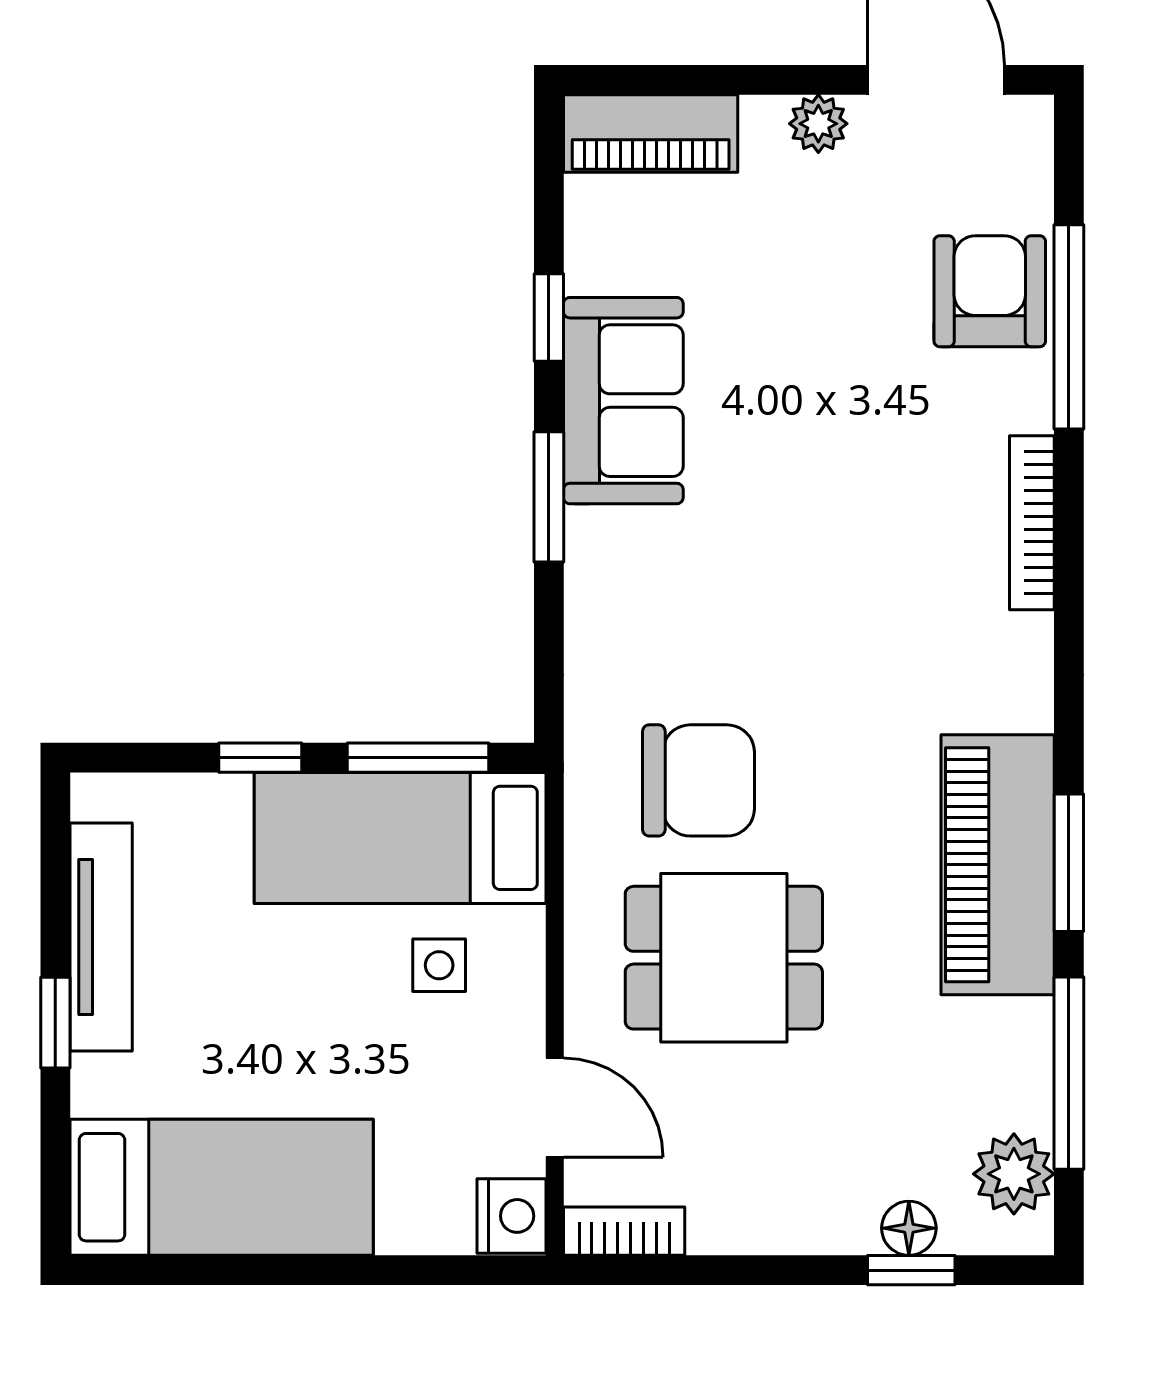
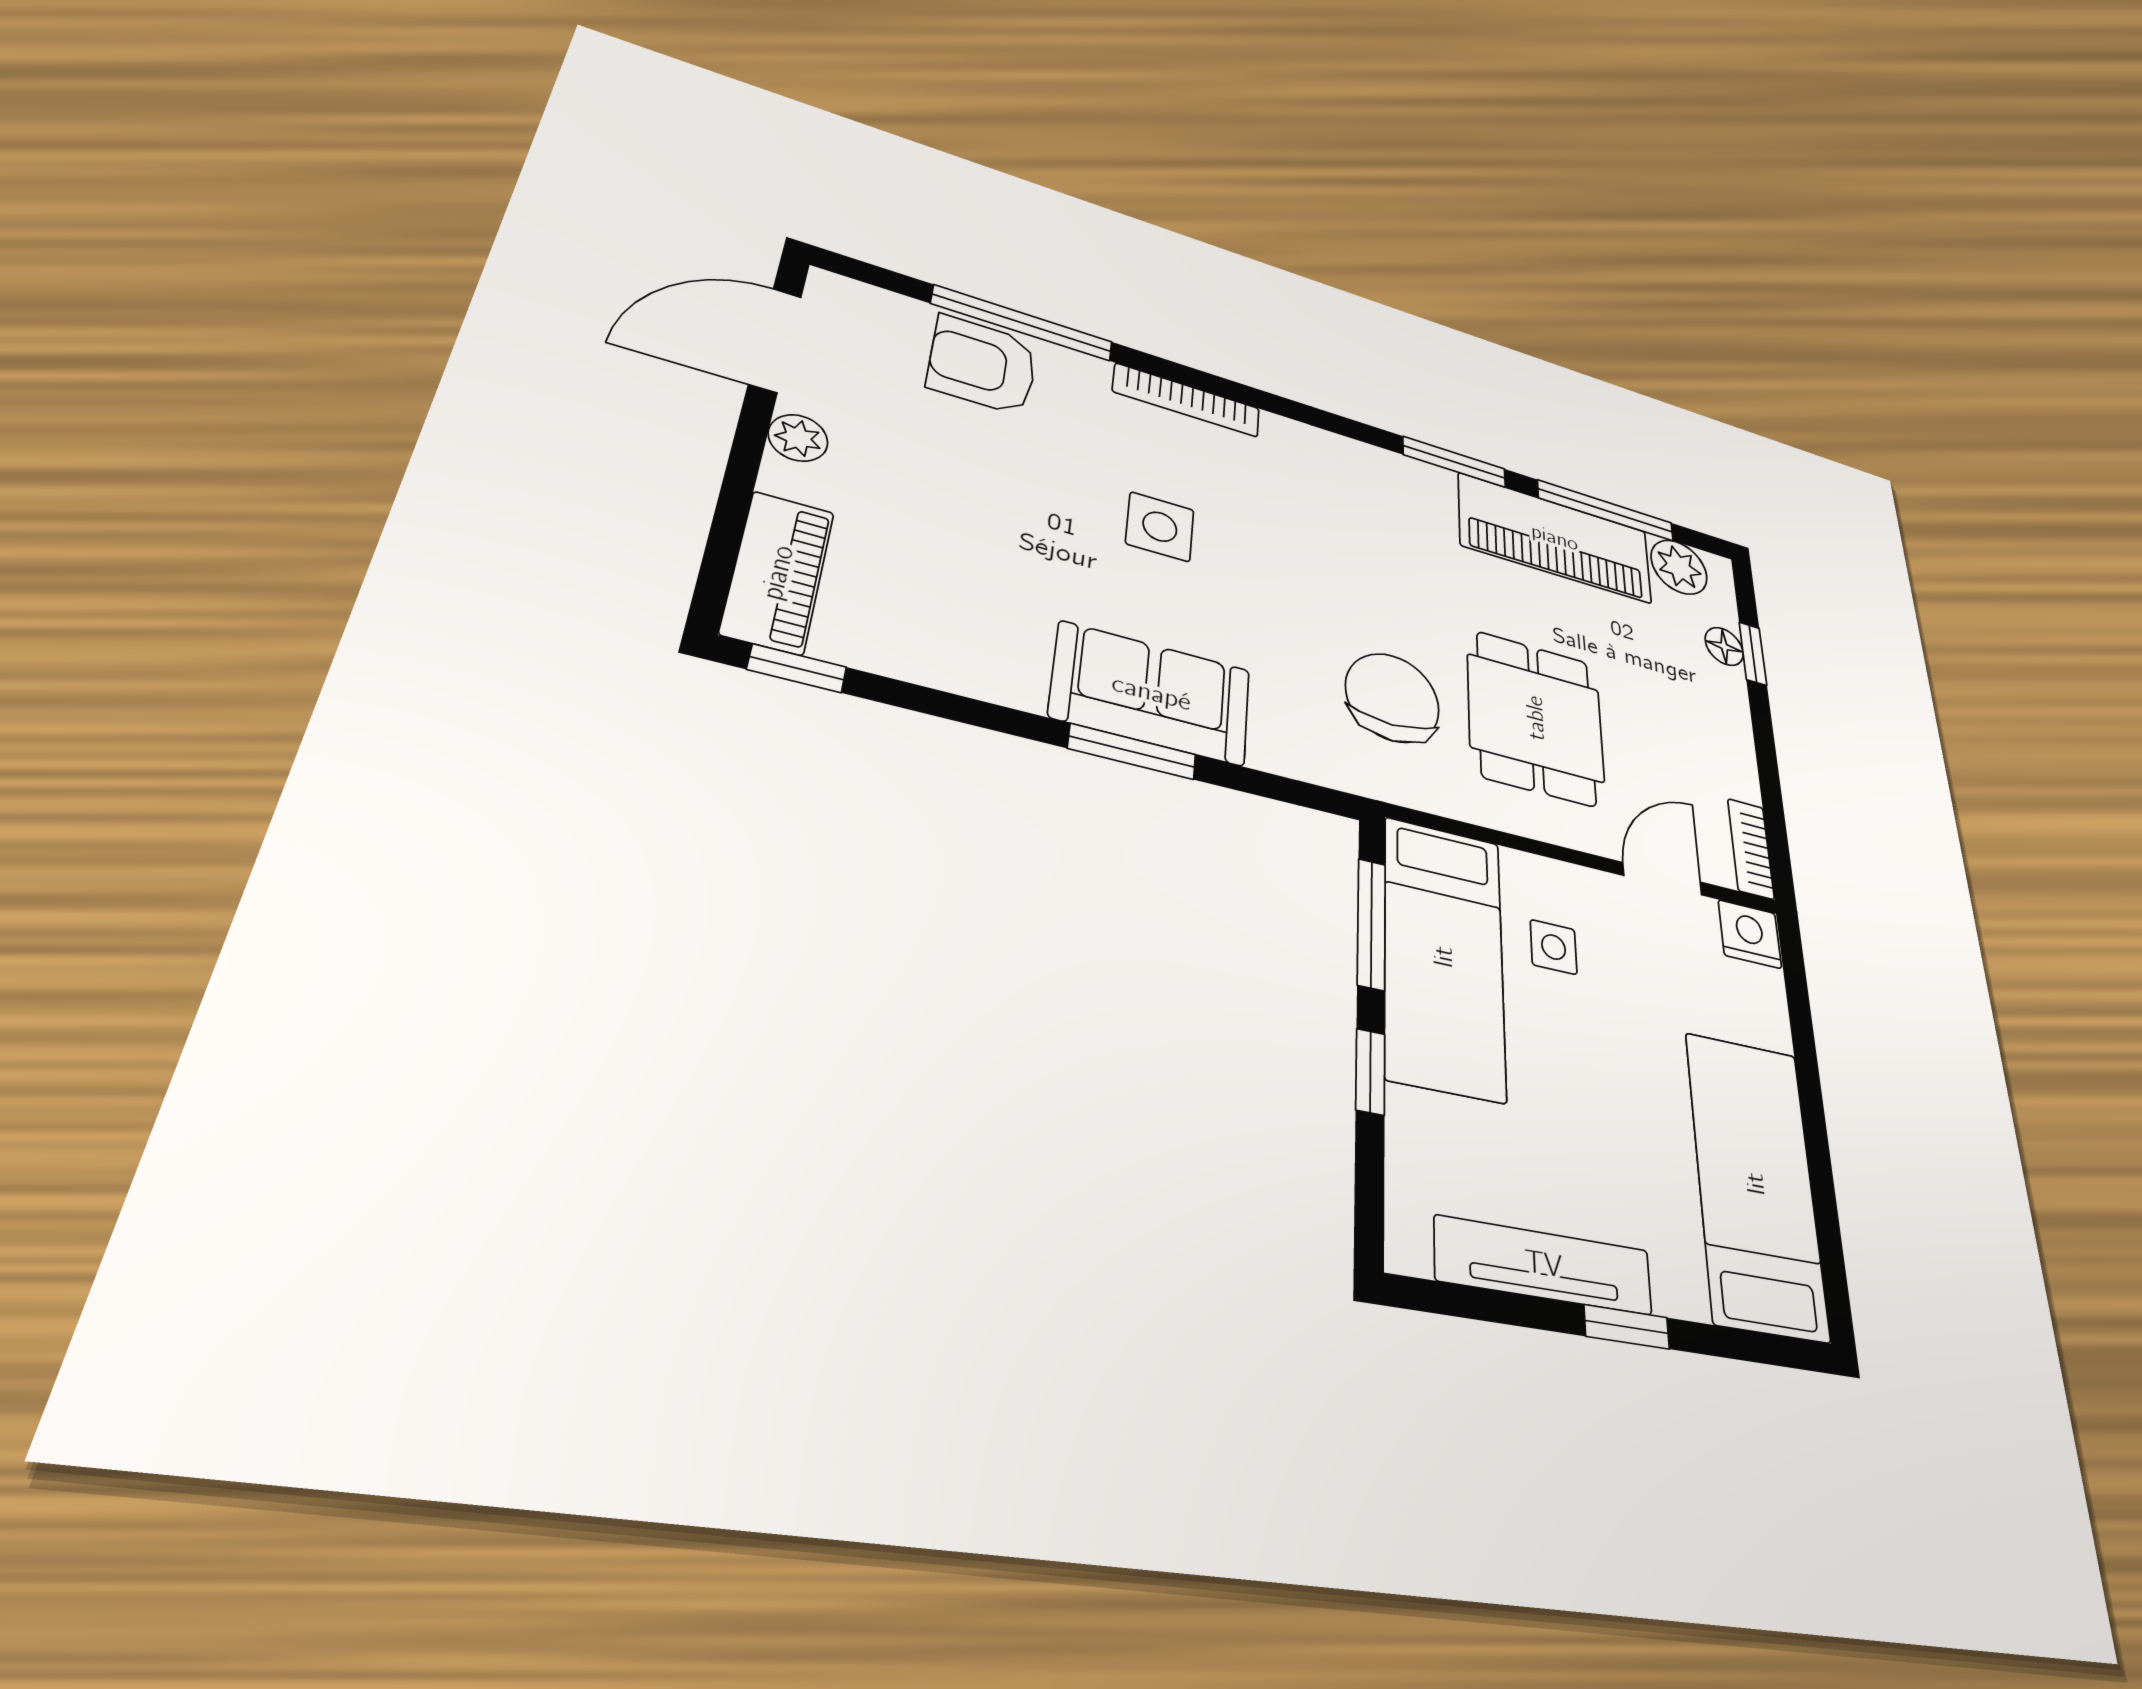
window: (549, 317) -> (797, 668), moved
sofa: (623, 401) -> (1151, 693), moved
side table: (839, 504) -> (1160, 527), added
piano: (998, 865) -> (1555, 538), moved

